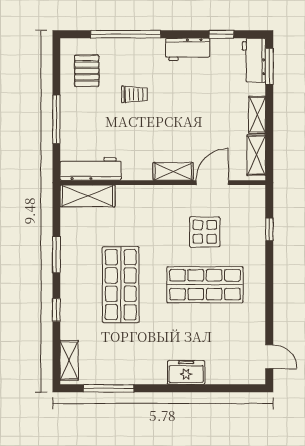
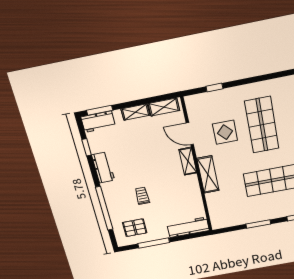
window: (56, 119) -> (154, 243), moved
workbench: (91, 169) -> (188, 227), moved, turned 90
shelving: (87, 196) -> (208, 174), moved

